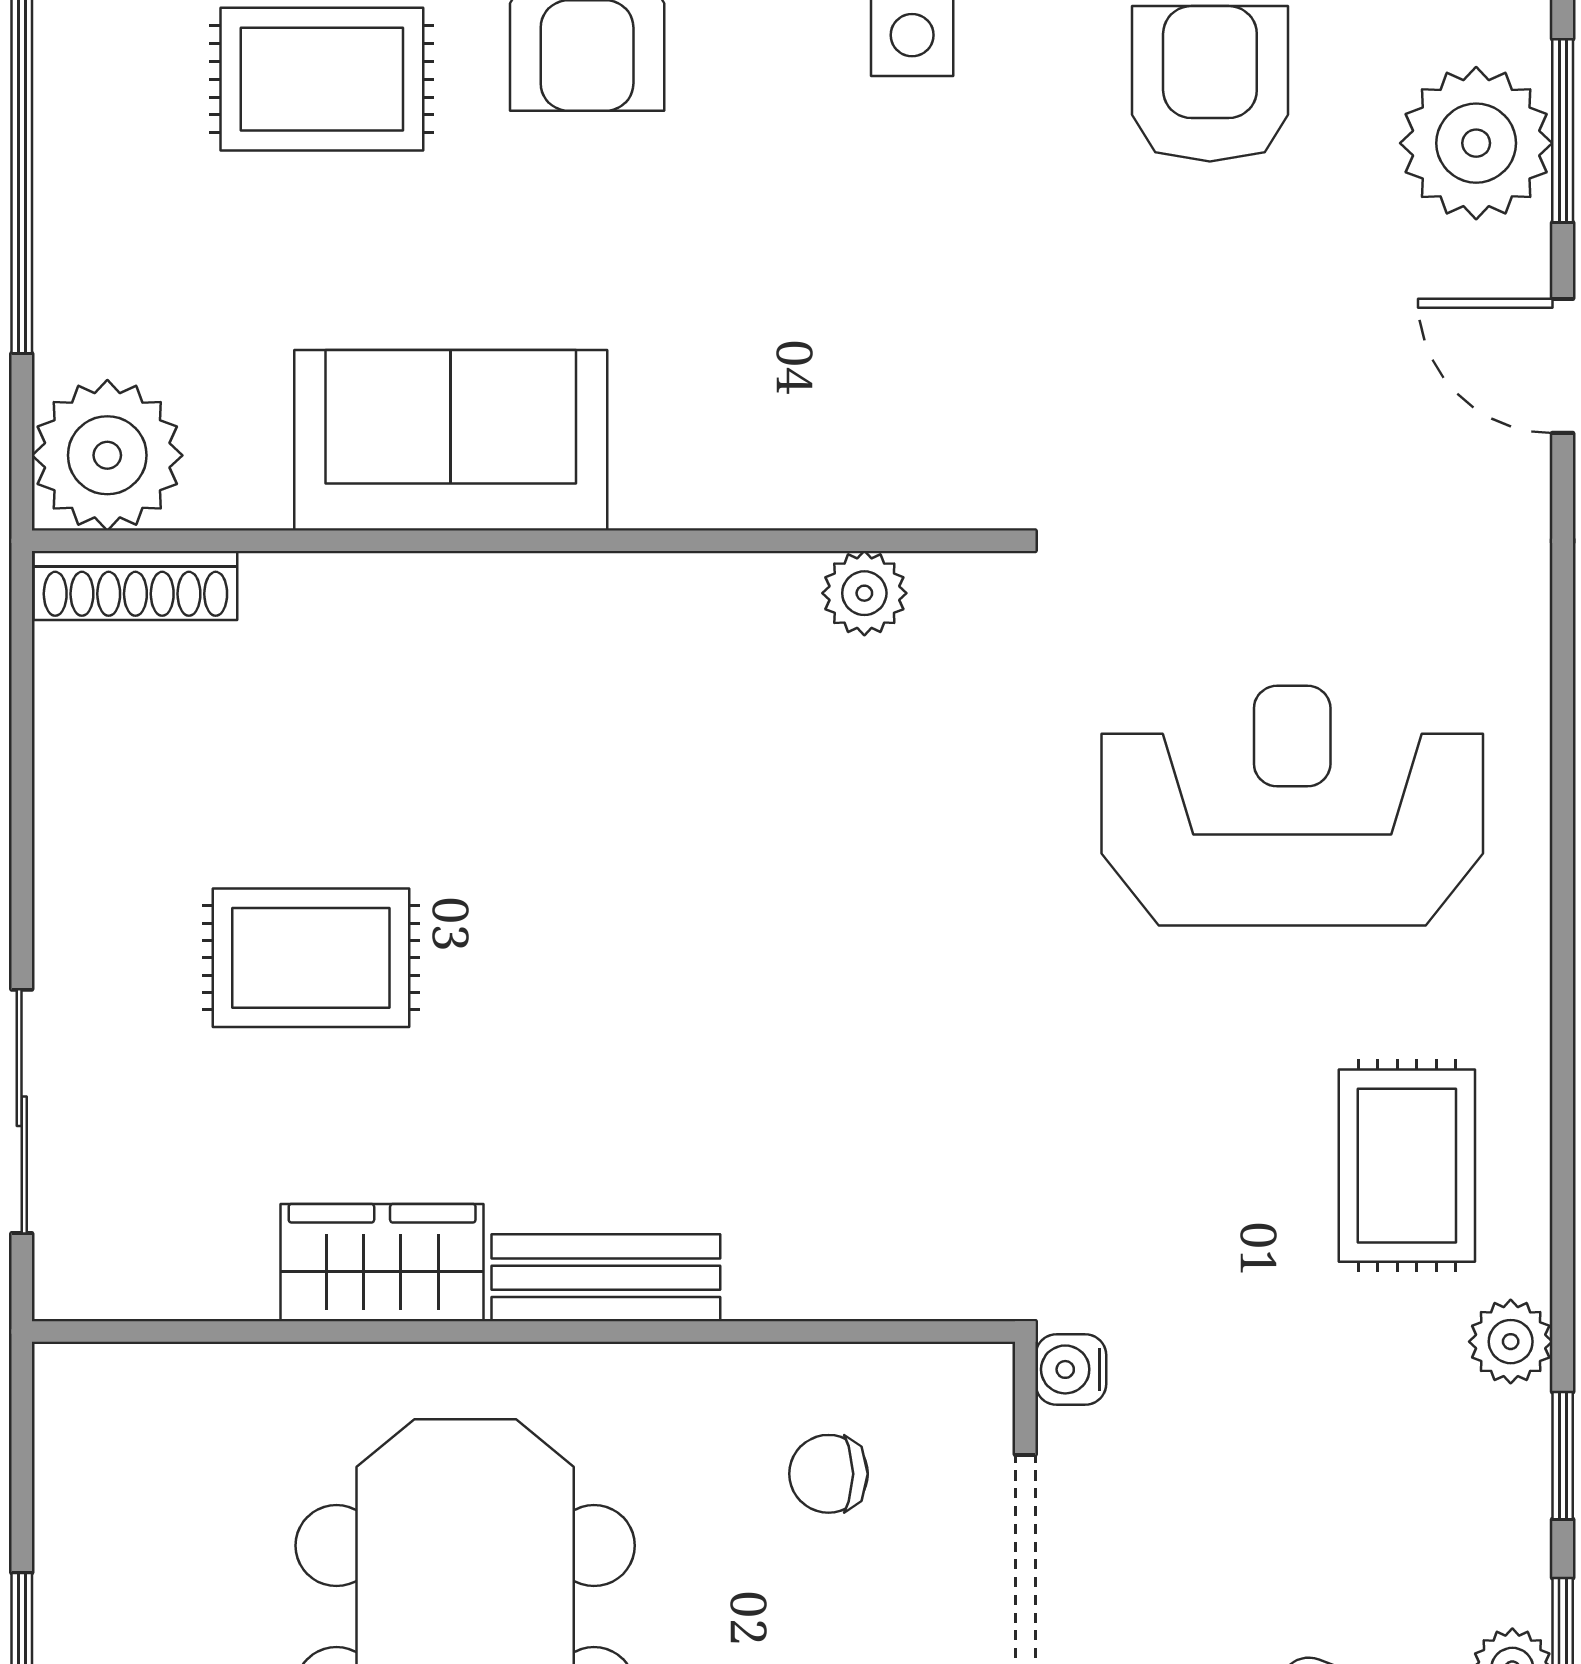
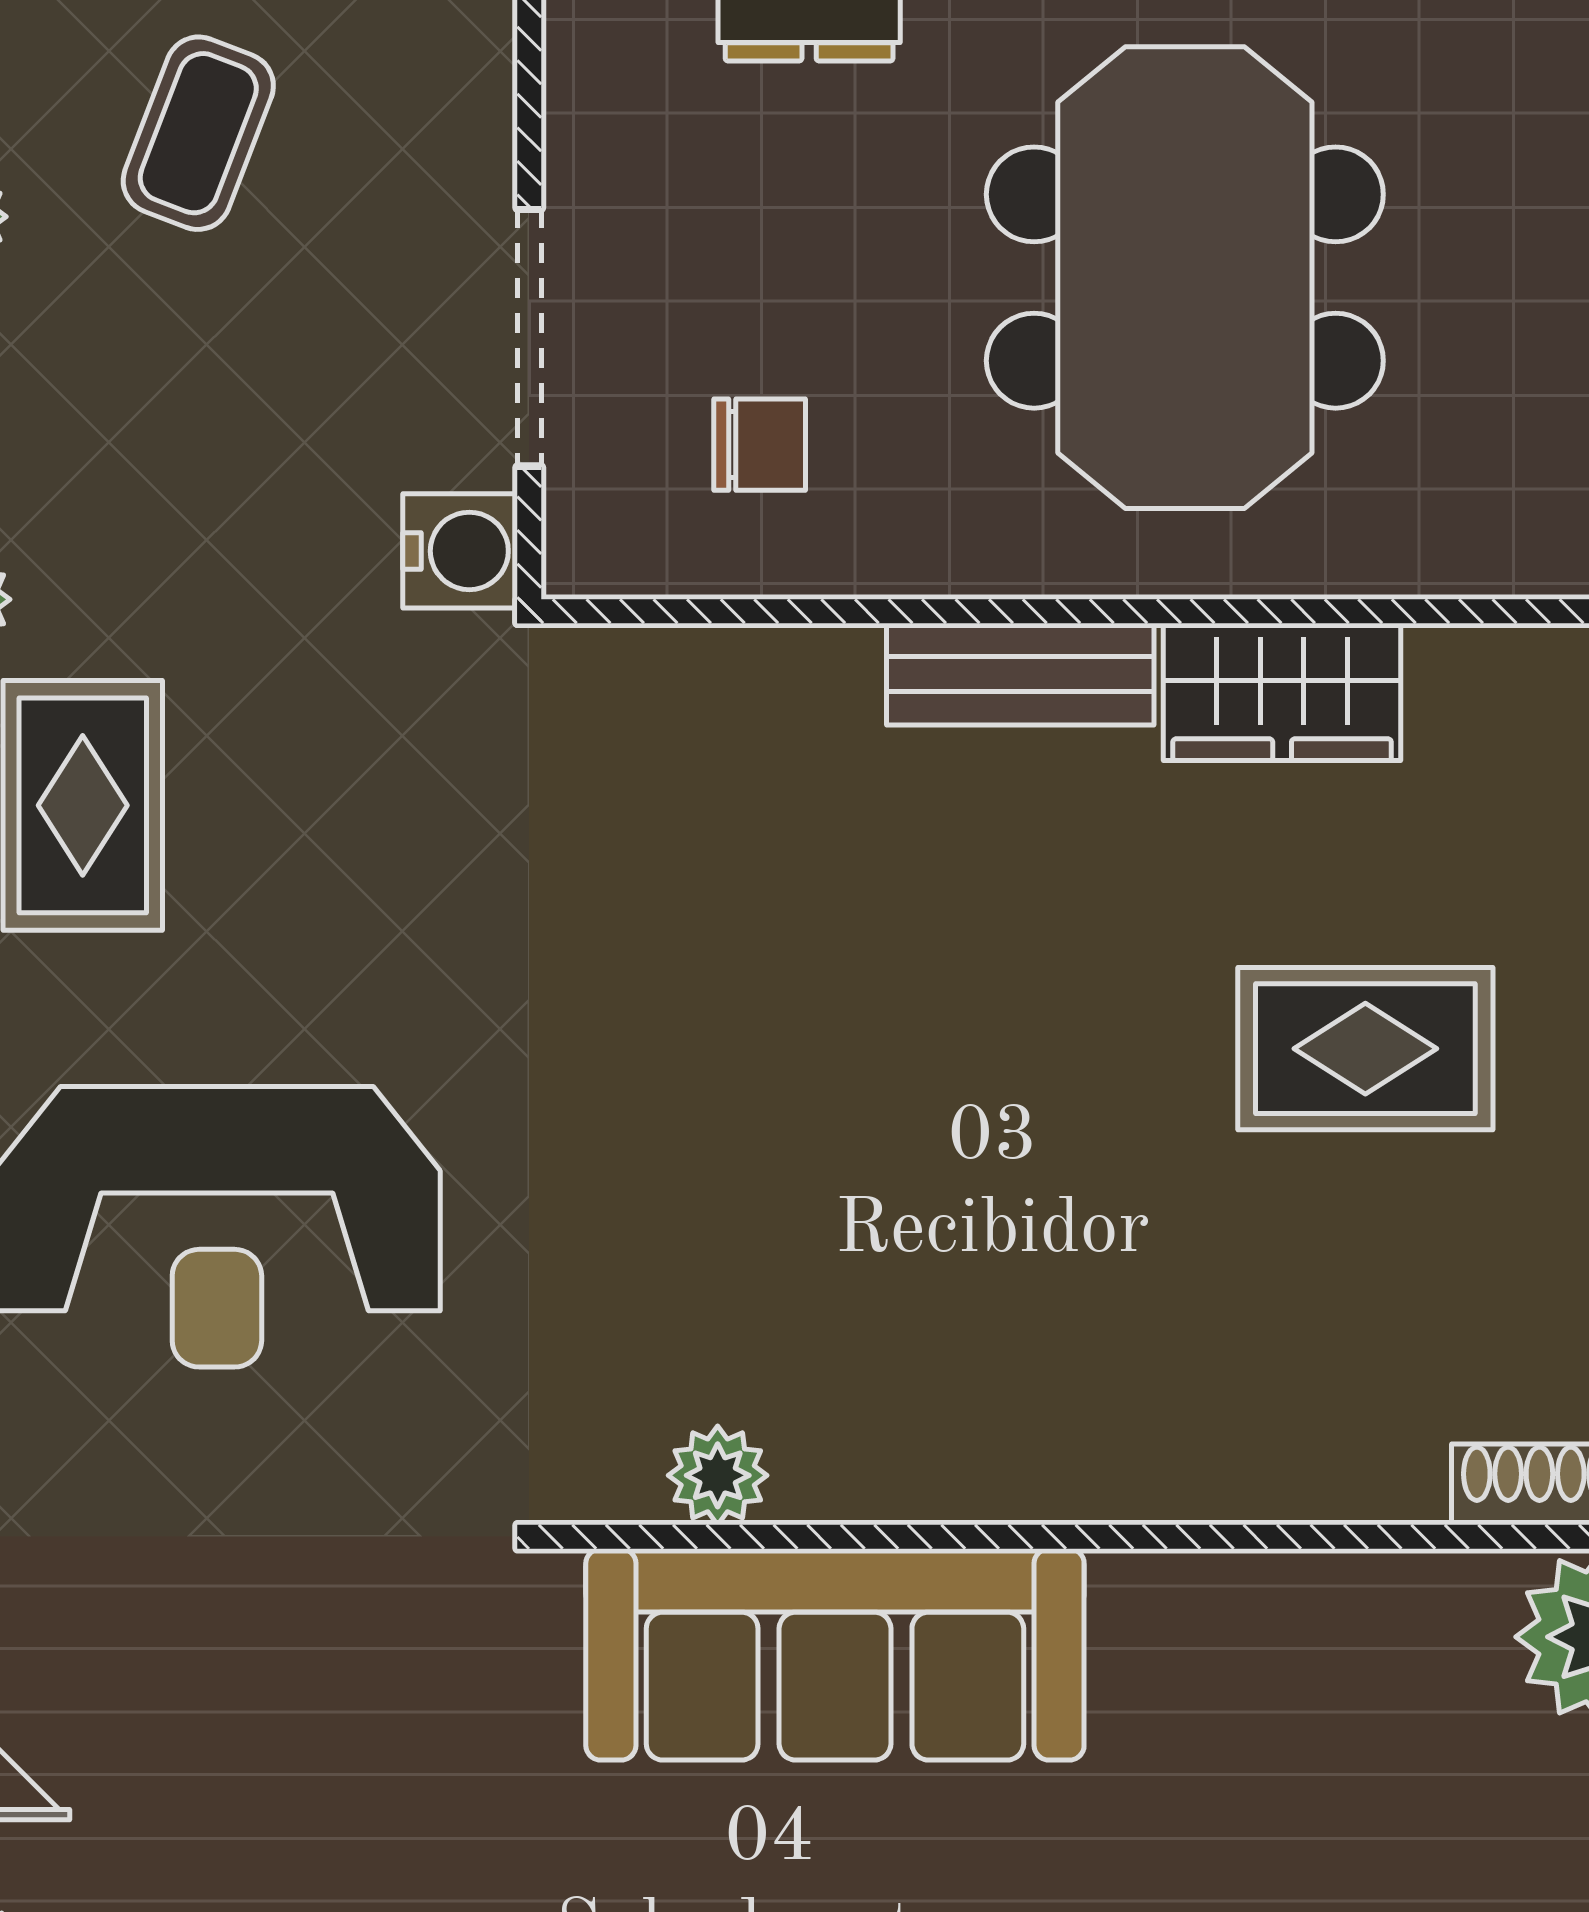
sofa: (451, 440) -> (835, 1654), moved, width x1.36
water cooler: (1071, 1369) -> (460, 551), width x1.38, depth x1.38

